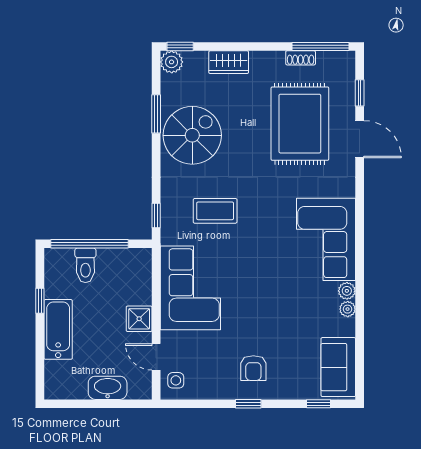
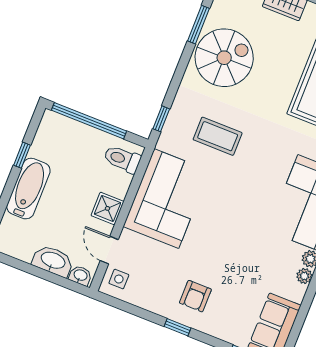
toilet: (85, 265) -> (122, 159), moved, turned 90
washbasin: (139, 391) -> (80, 275), added

